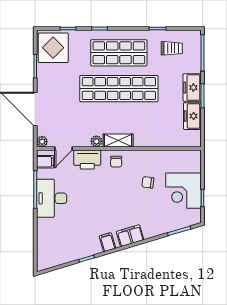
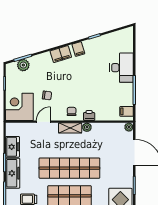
freezer: (192, 88) -> (13, 173), width x1.40
door: (63, 149) -> (43, 122), moved
printer: (87, 160) -> (89, 116), width x0.53, depth x0.68
corner desk: (183, 191) -> (19, 107), moved, turned -90
desk: (52, 198) -> (122, 68), moved
plant: (178, 222) -> (23, 65), added

